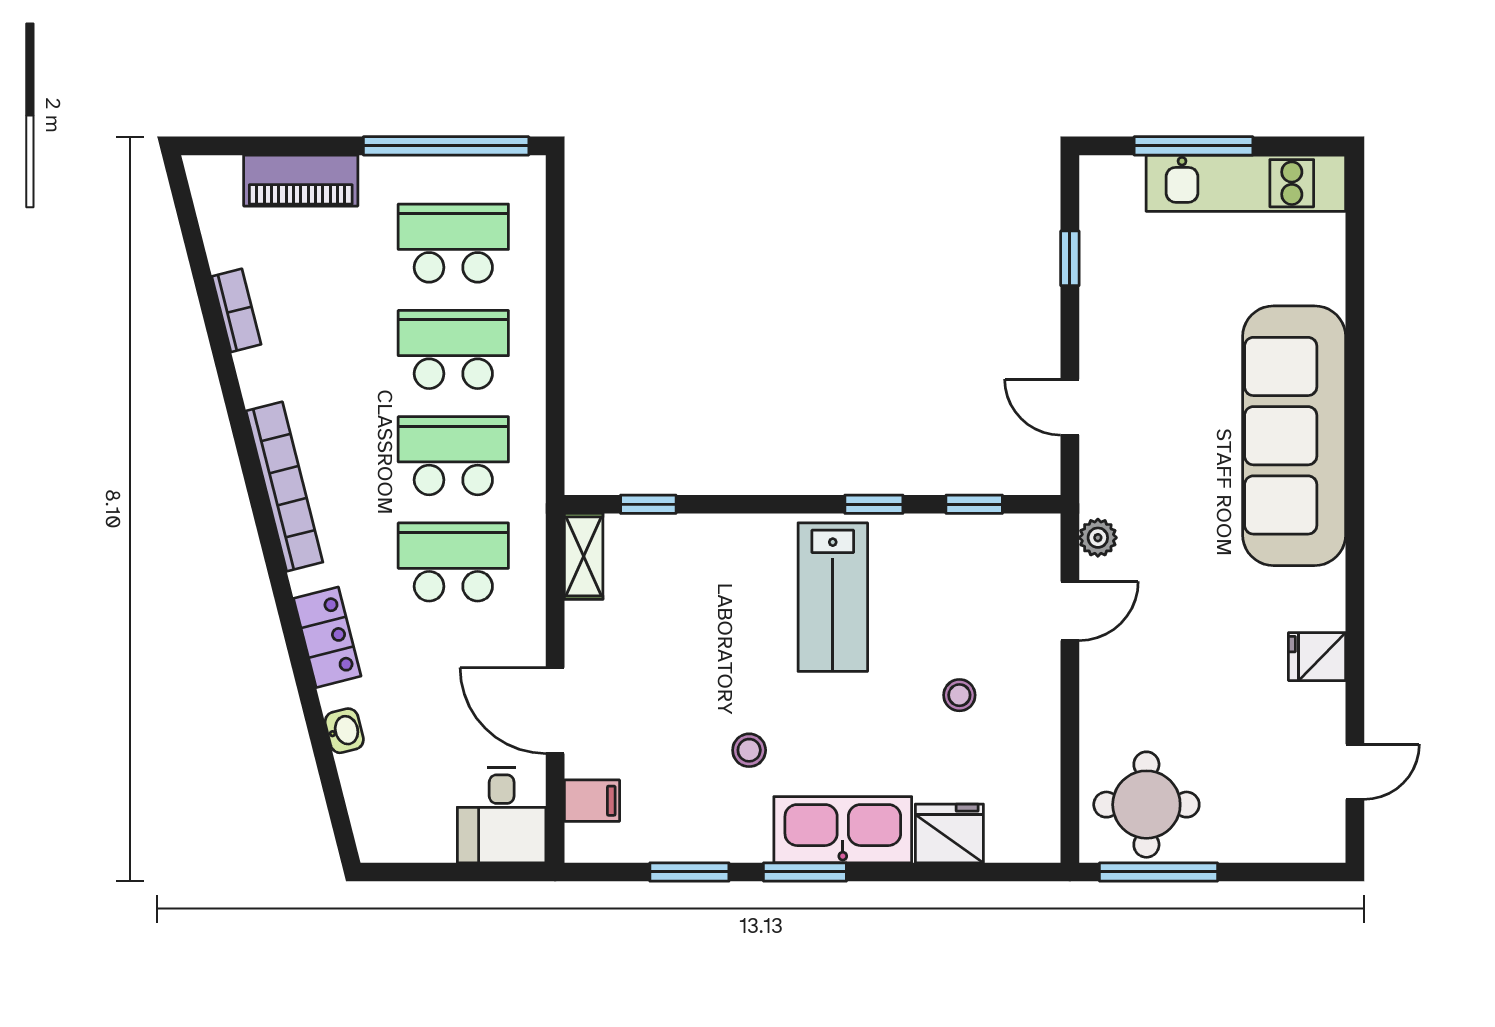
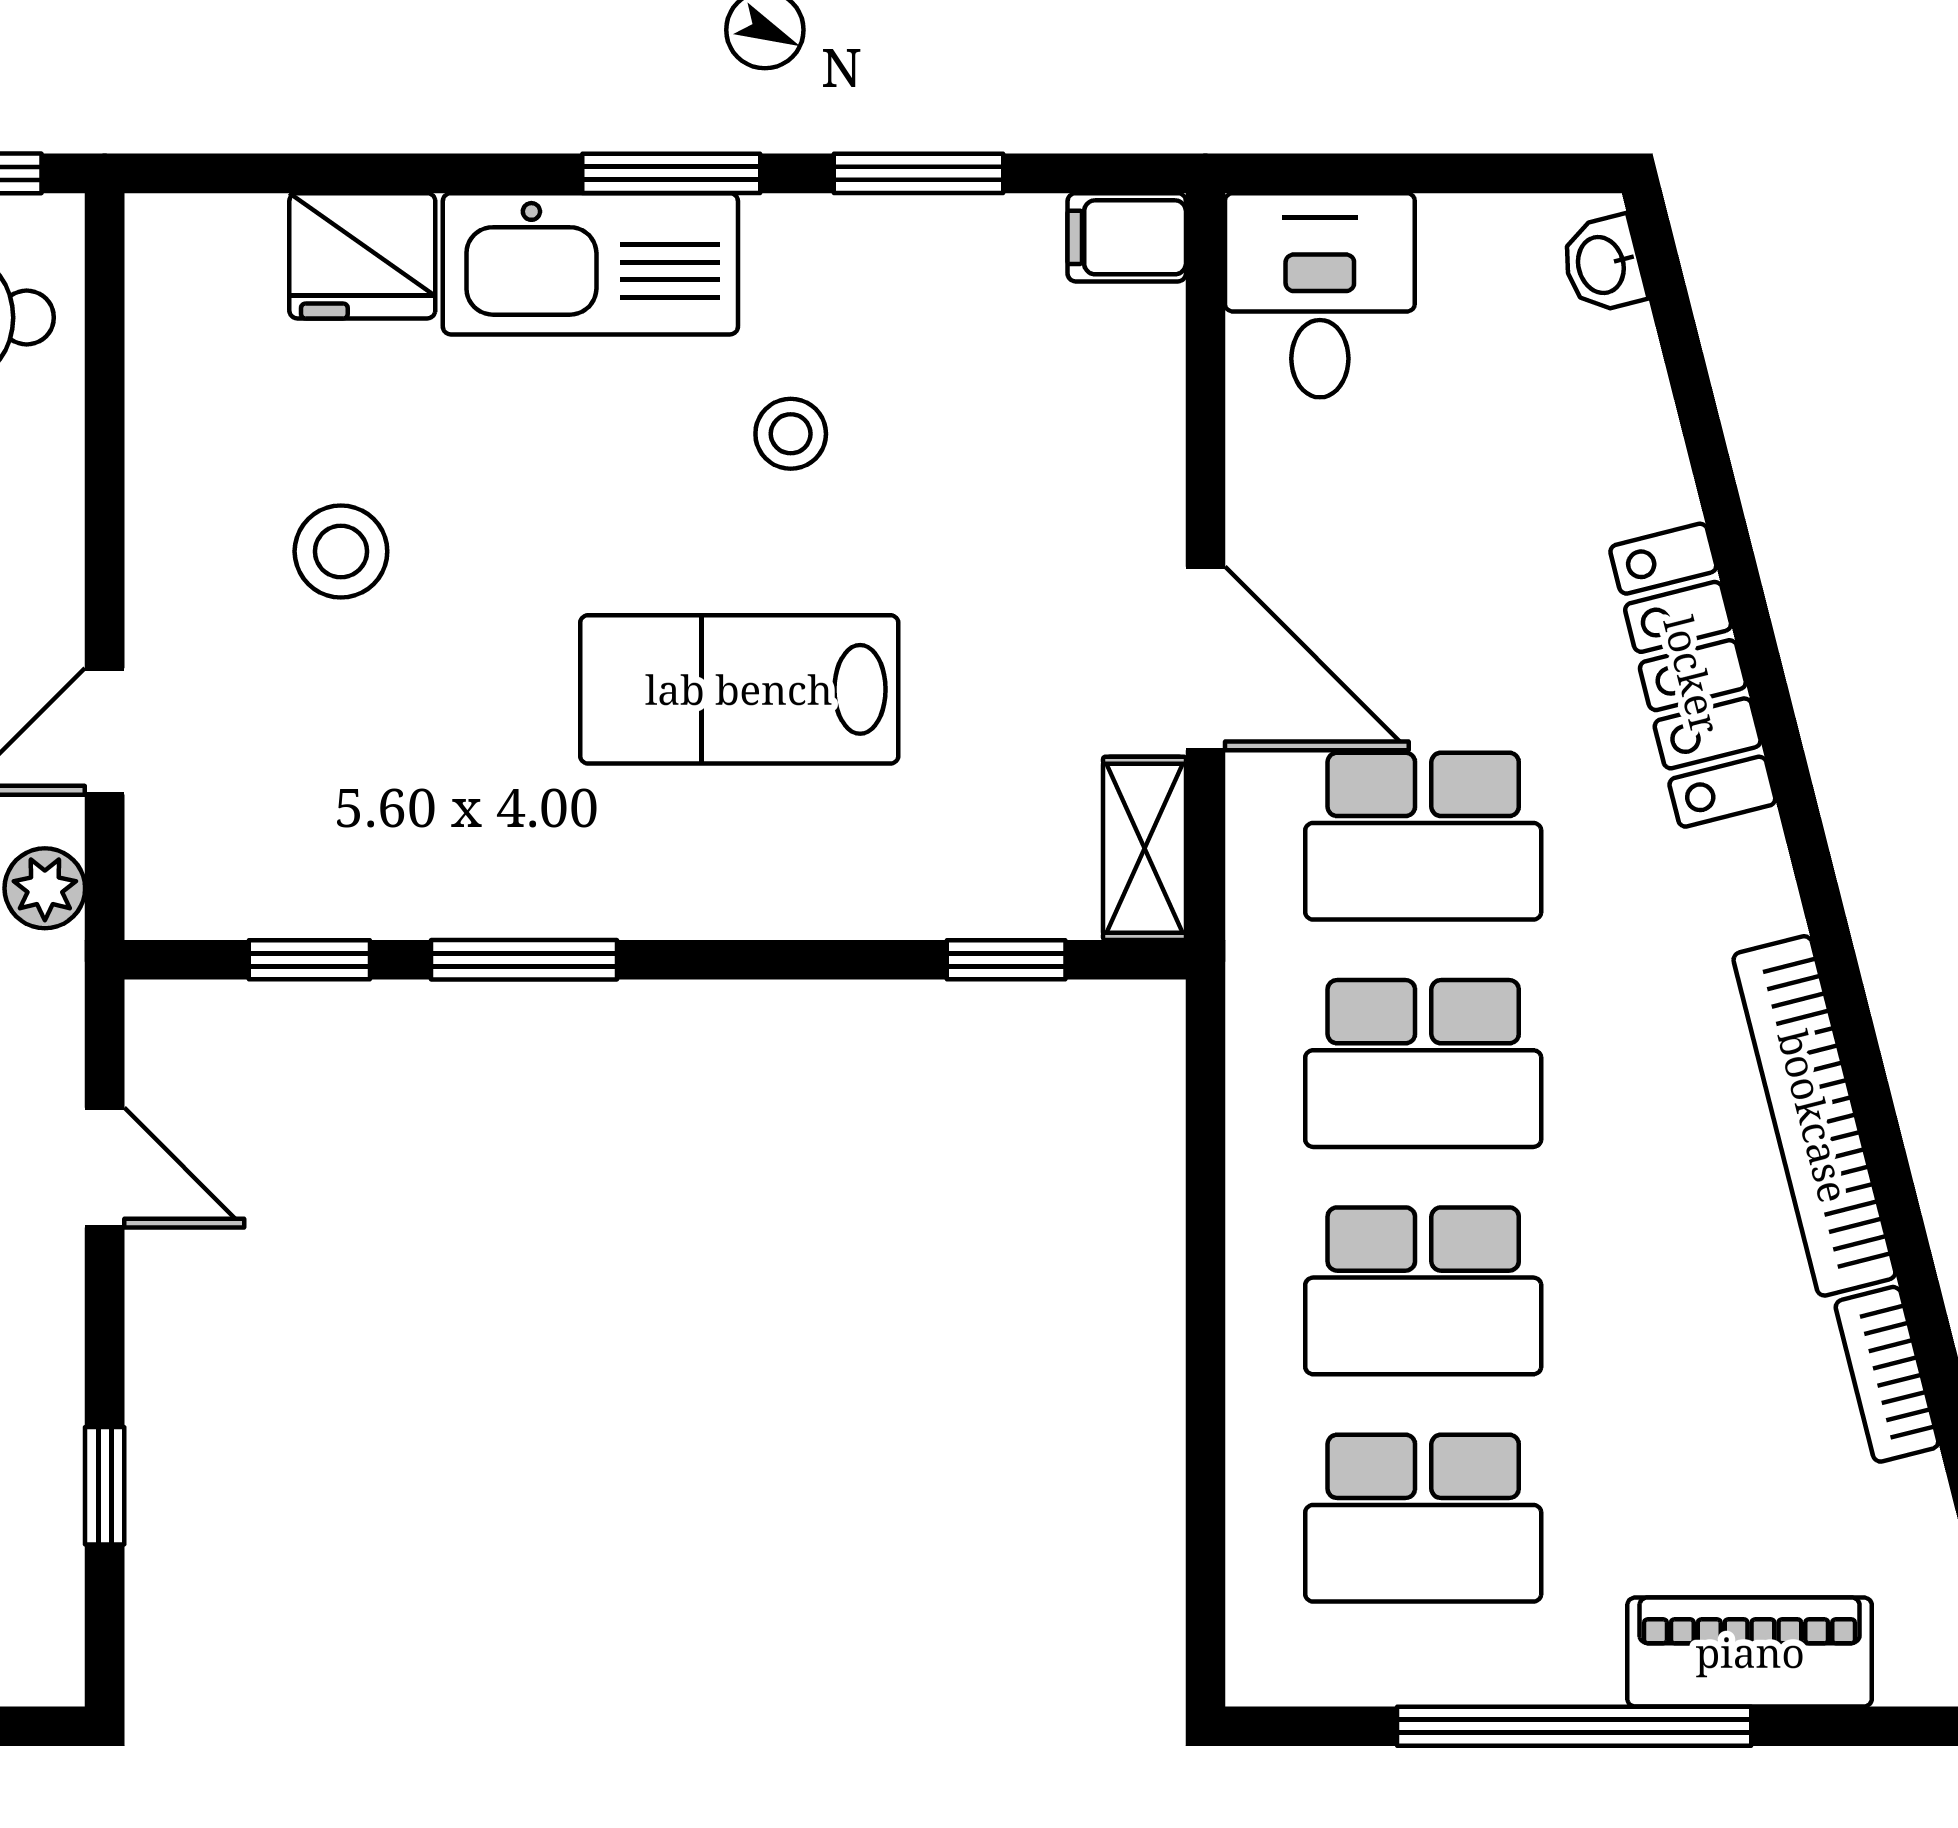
window: (446, 146) -> (1574, 1726), moved
bookcase: (284, 487) -> (1814, 1116), moved
window: (874, 504) -> (524, 960), width x1.50
lab bench: (833, 597) -> (739, 689), moved, turned -90
locker: (327, 637) -> (1693, 675), width x1.53
stool: (959, 695) -> (341, 551), width x1.37, depth x1.37
door: (555, 711) -> (1205, 658), moved
washbasin: (344, 731) -> (1603, 264), moved
filing cabinet: (592, 801) -> (1127, 237), moved

